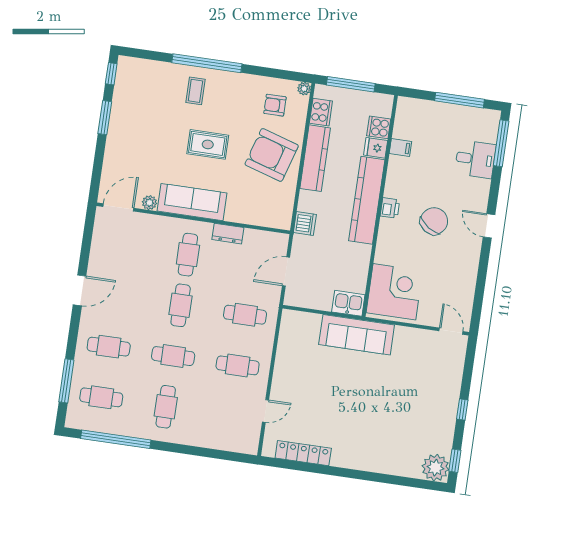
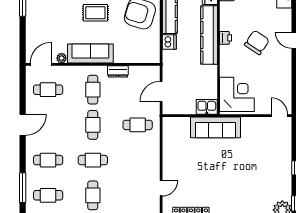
dishwasher: (305, 223) -> (169, 42), moved
cafe table: (238, 365) -> (48, 90), moved

